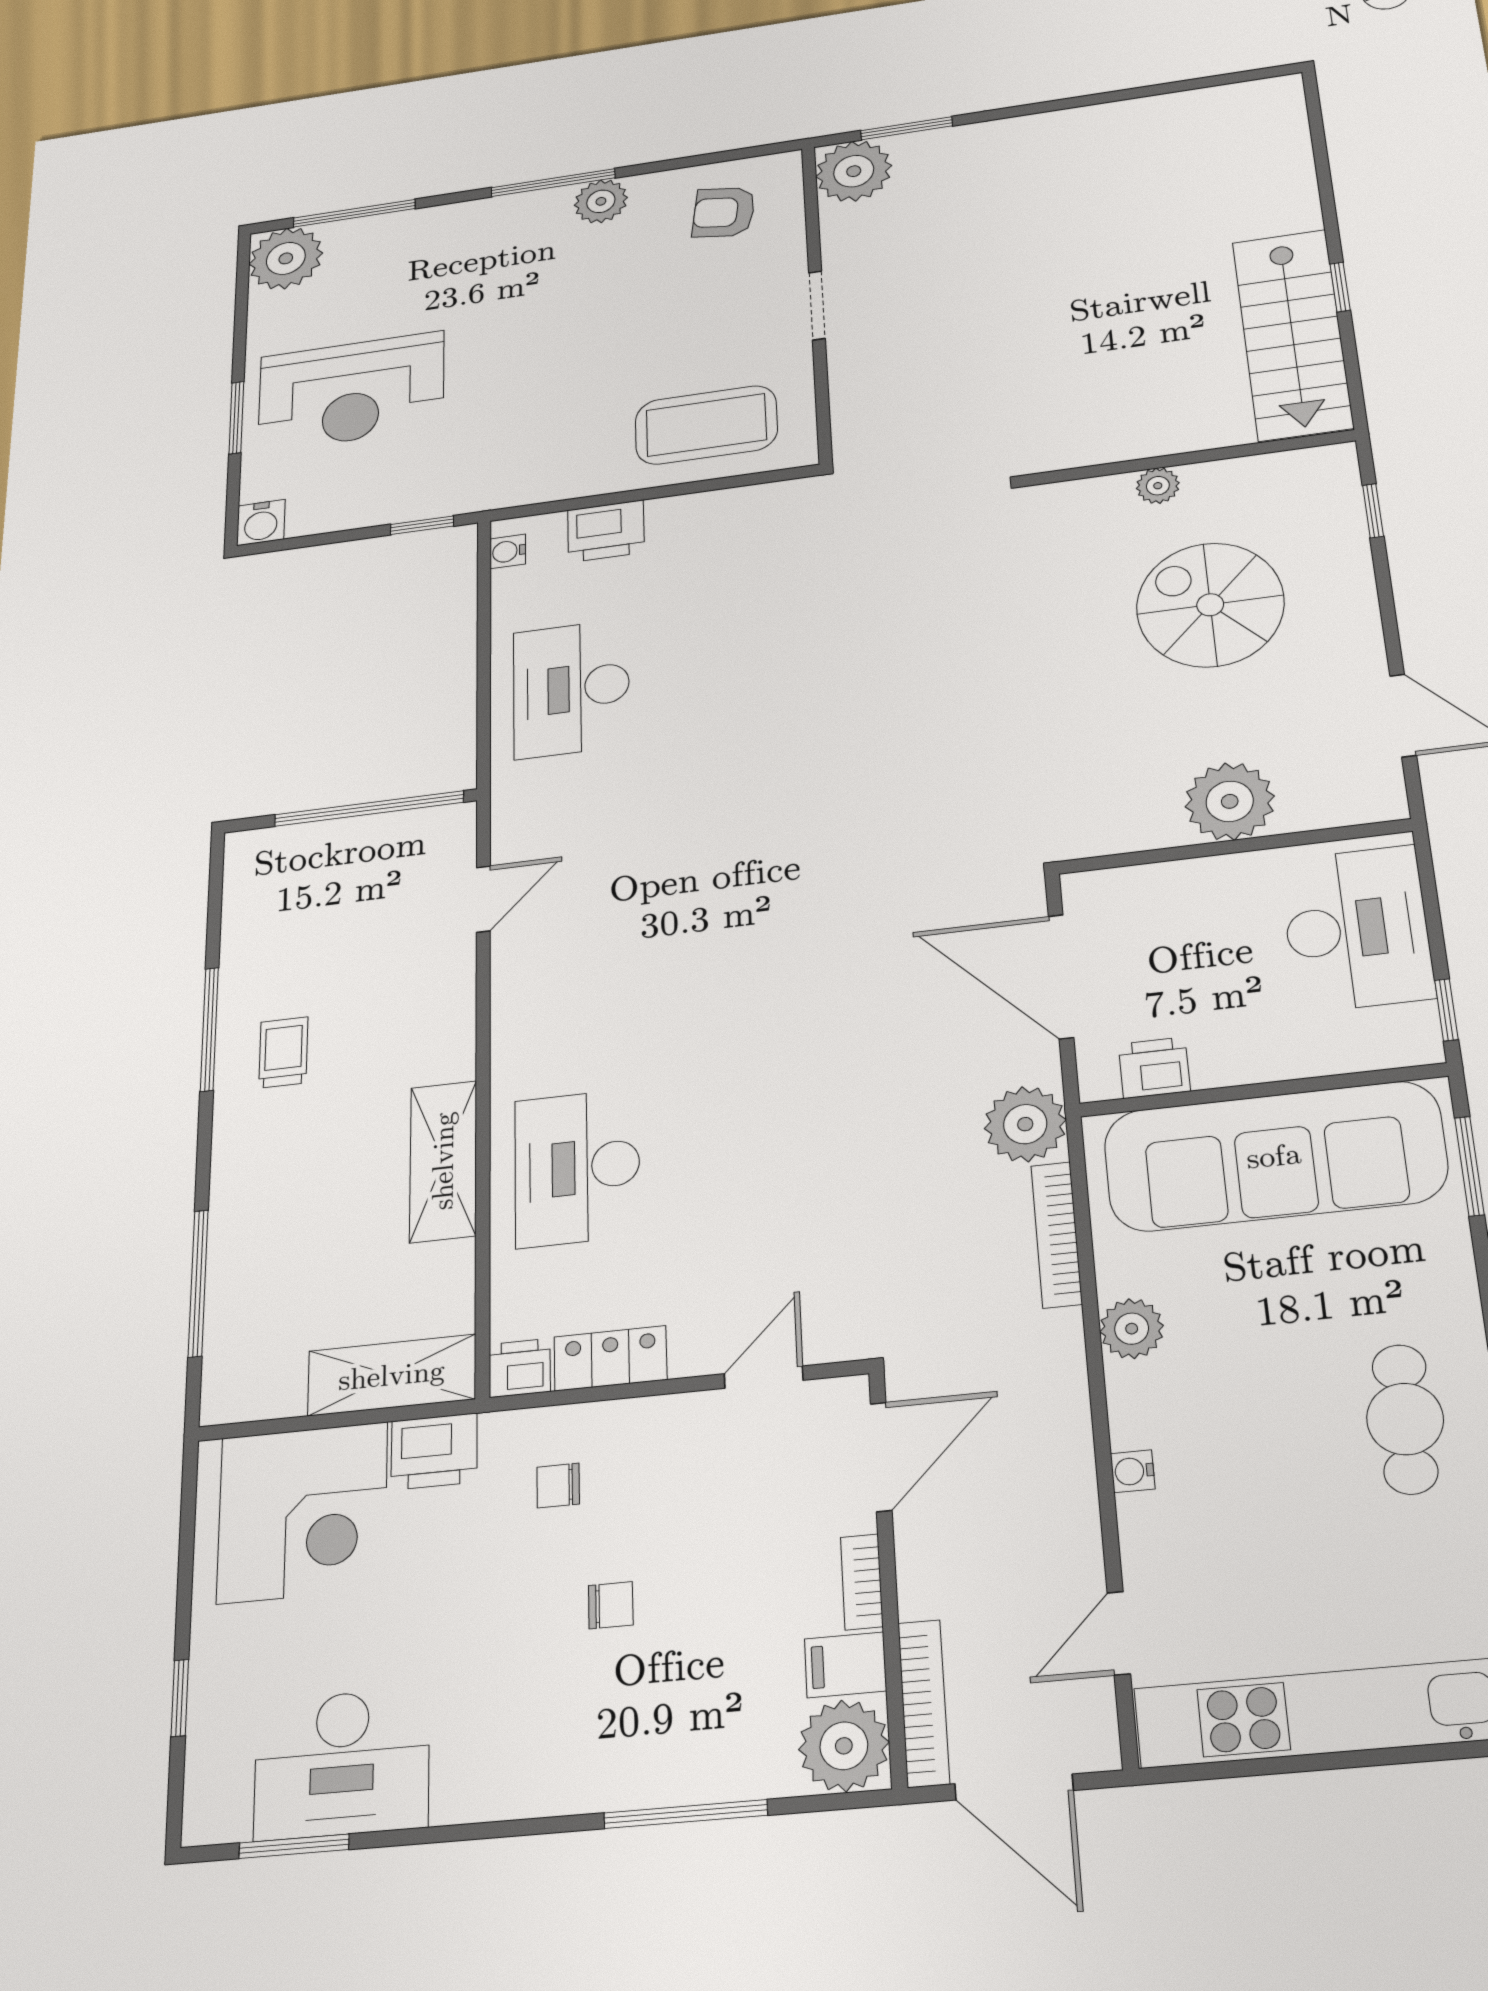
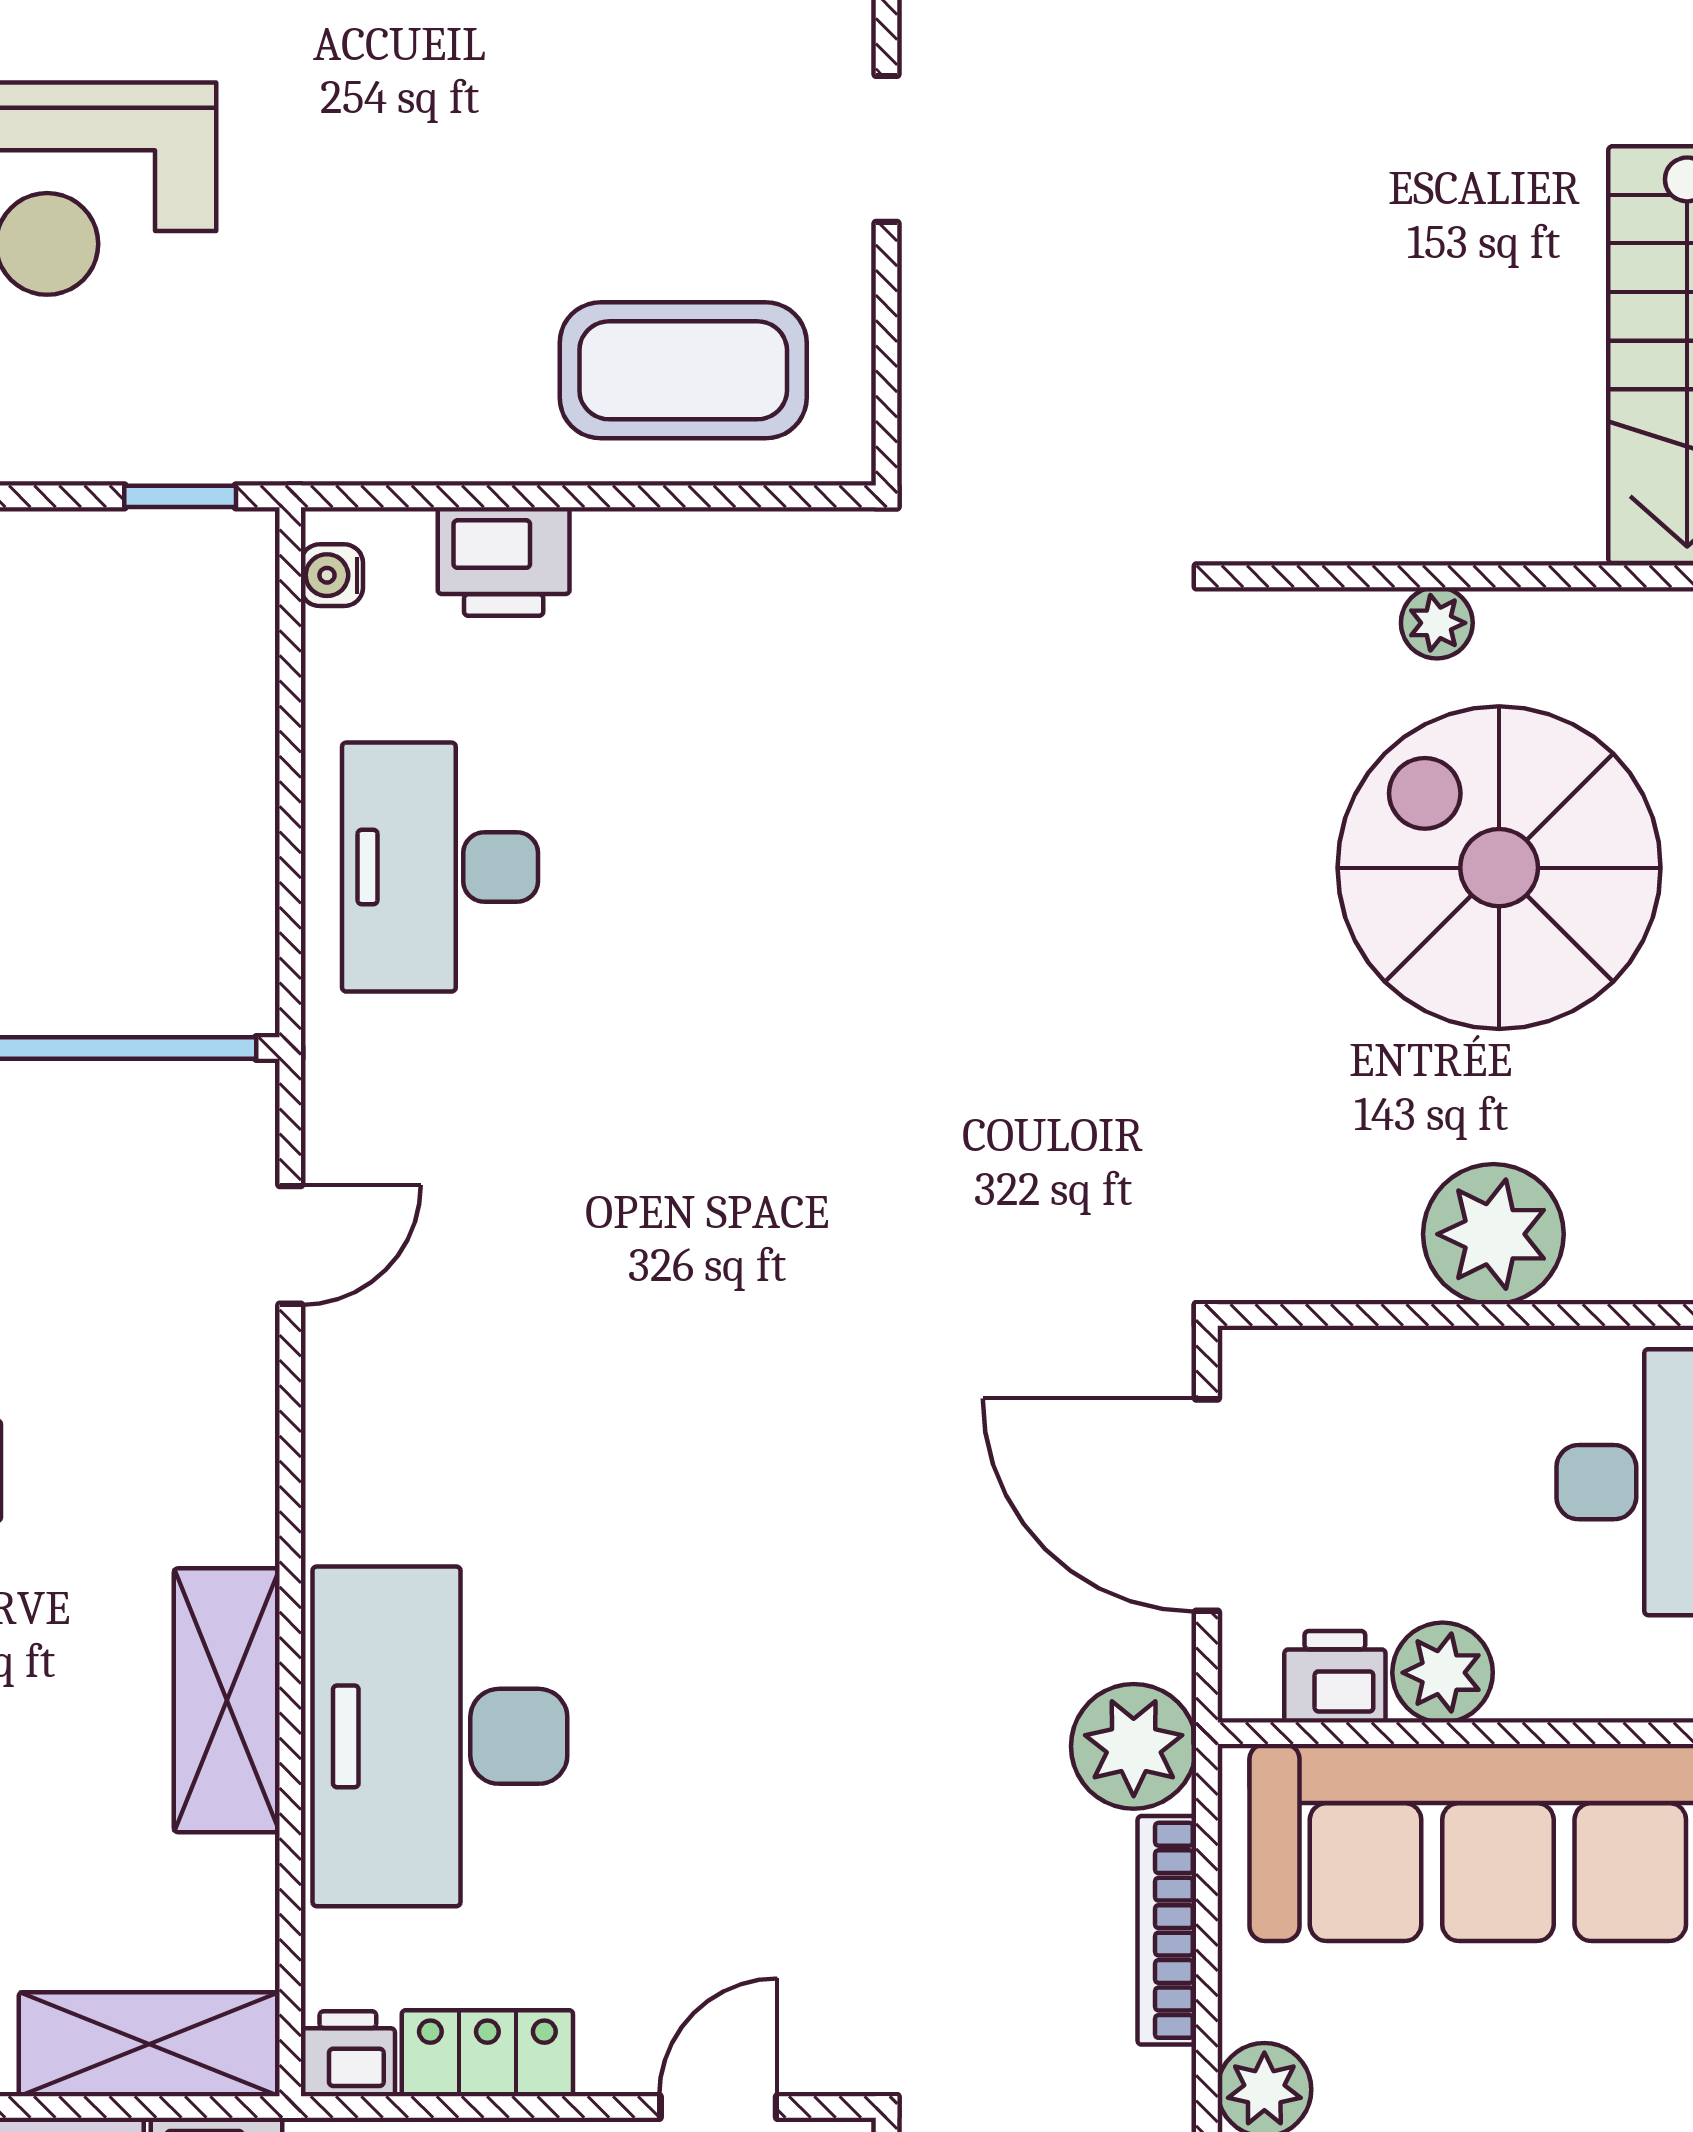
spiral stairs: (1210, 605) -> (1499, 868), width x1.37, depth x1.37
plant: (1225, 1057) -> (1443, 1673), added
desk: (577, 1168) -> (440, 1736), width x1.36, depth x1.30

